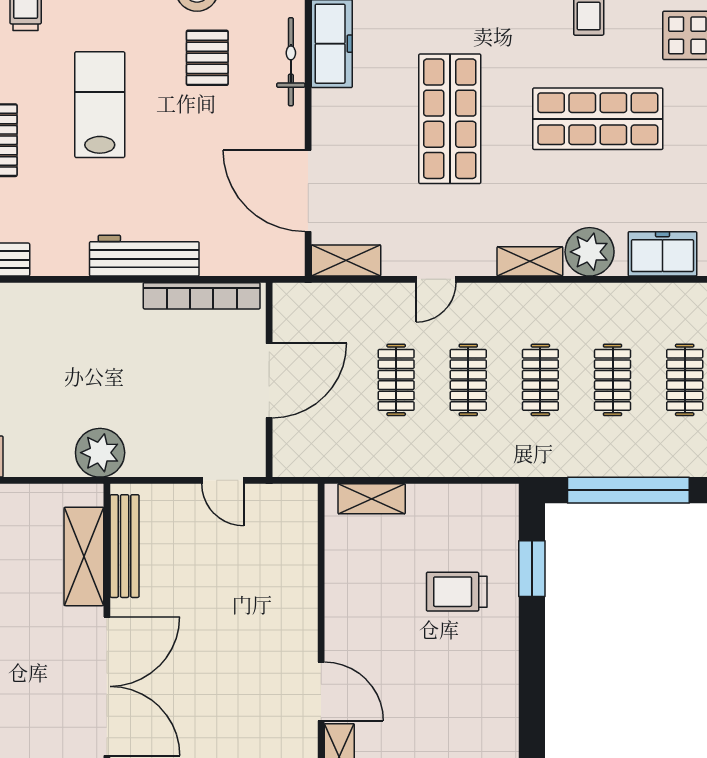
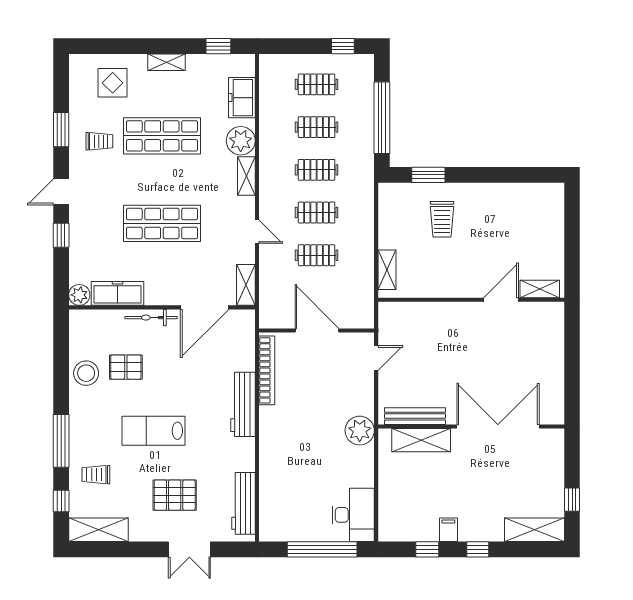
bicycle: (291, 62) -> (151, 318), moved
shop shelf: (598, 119) -> (162, 136), turned 90

